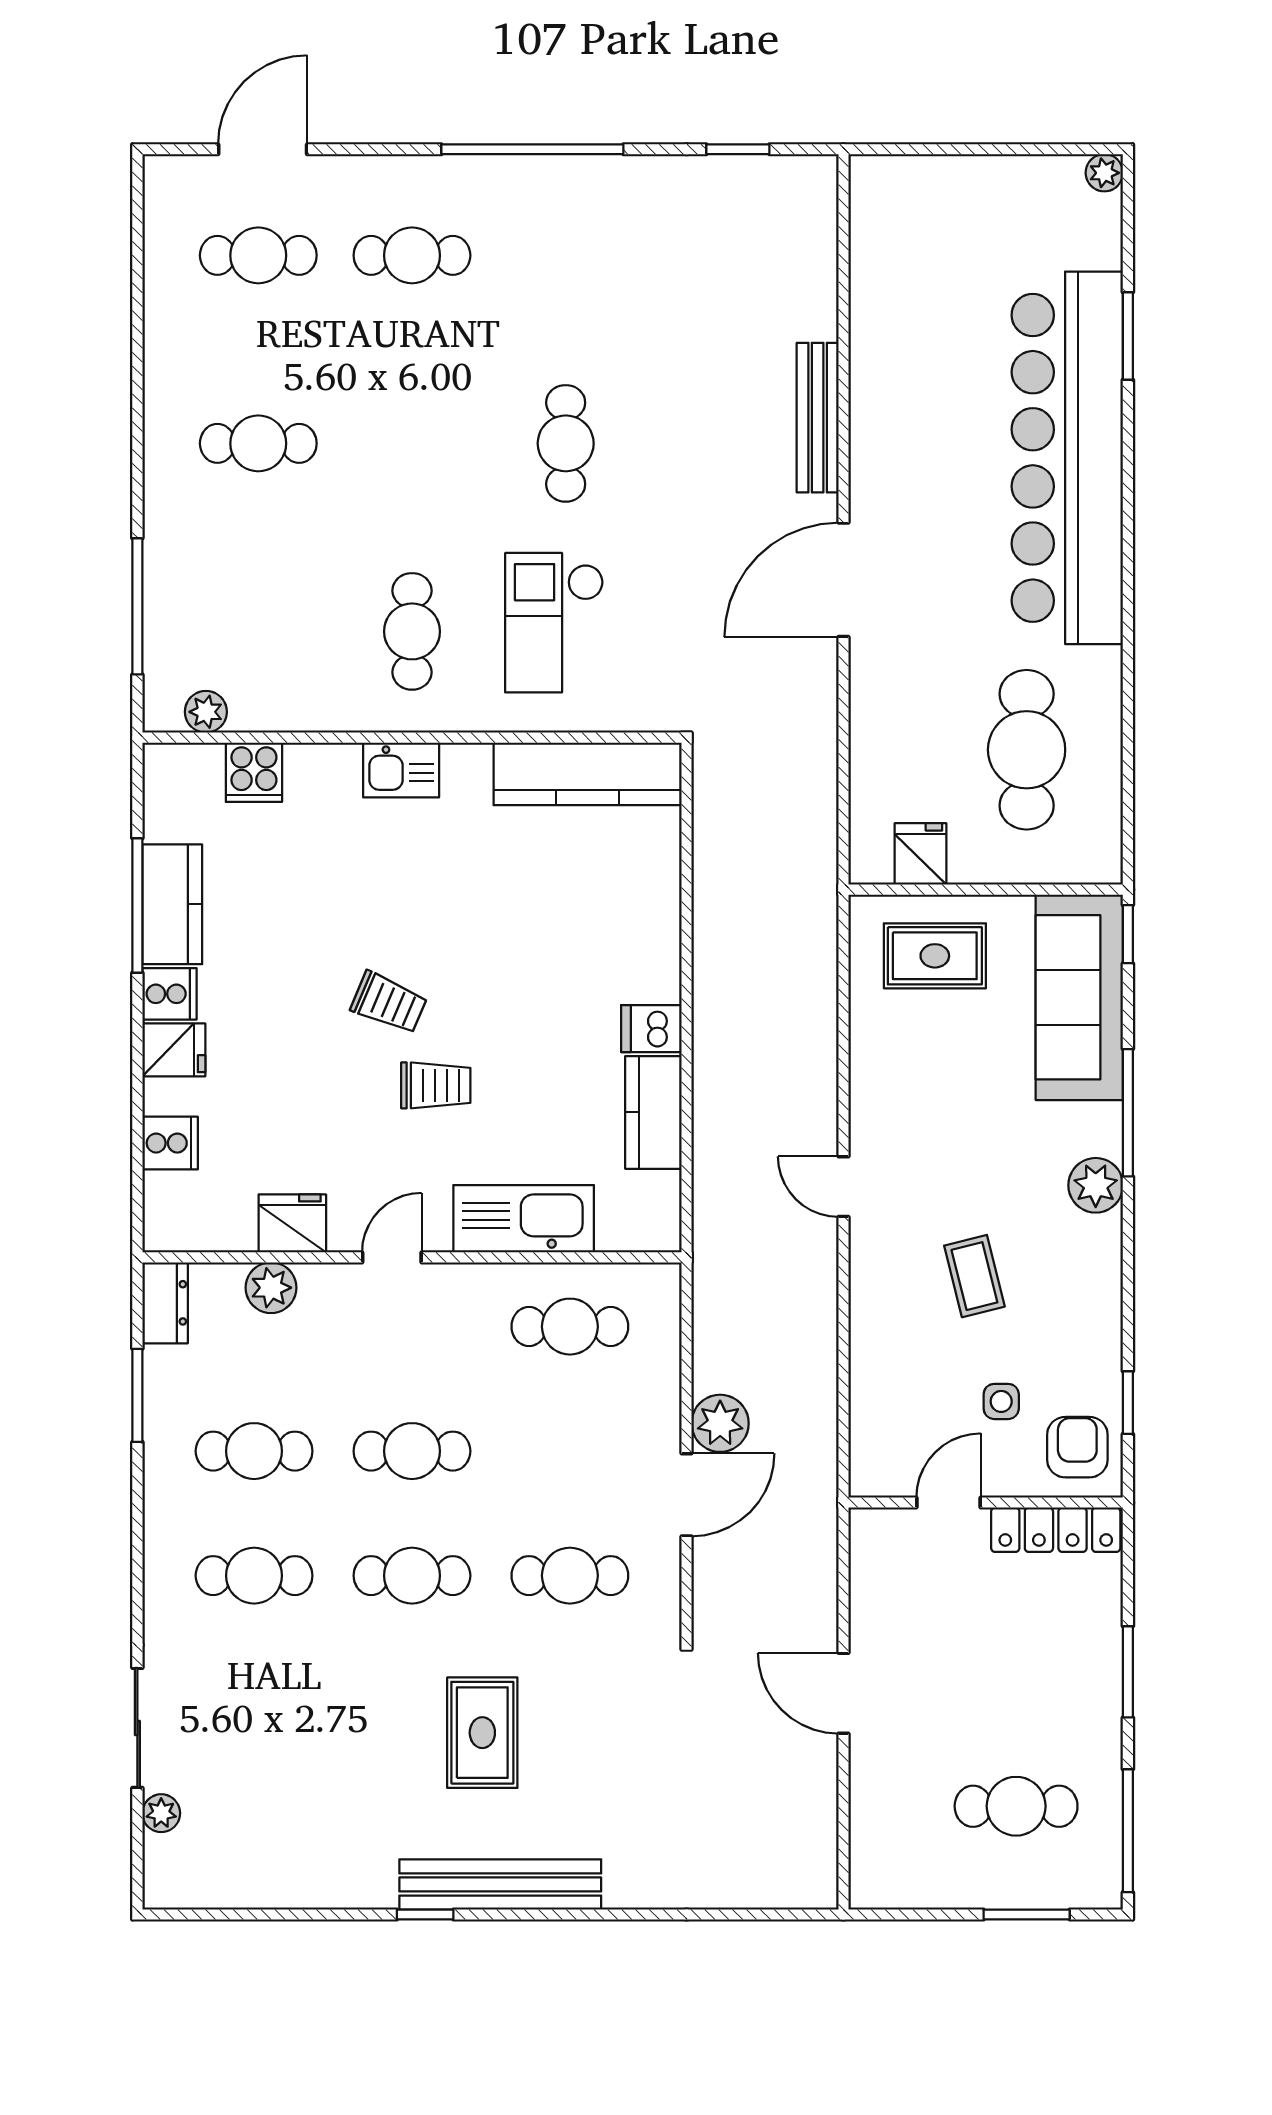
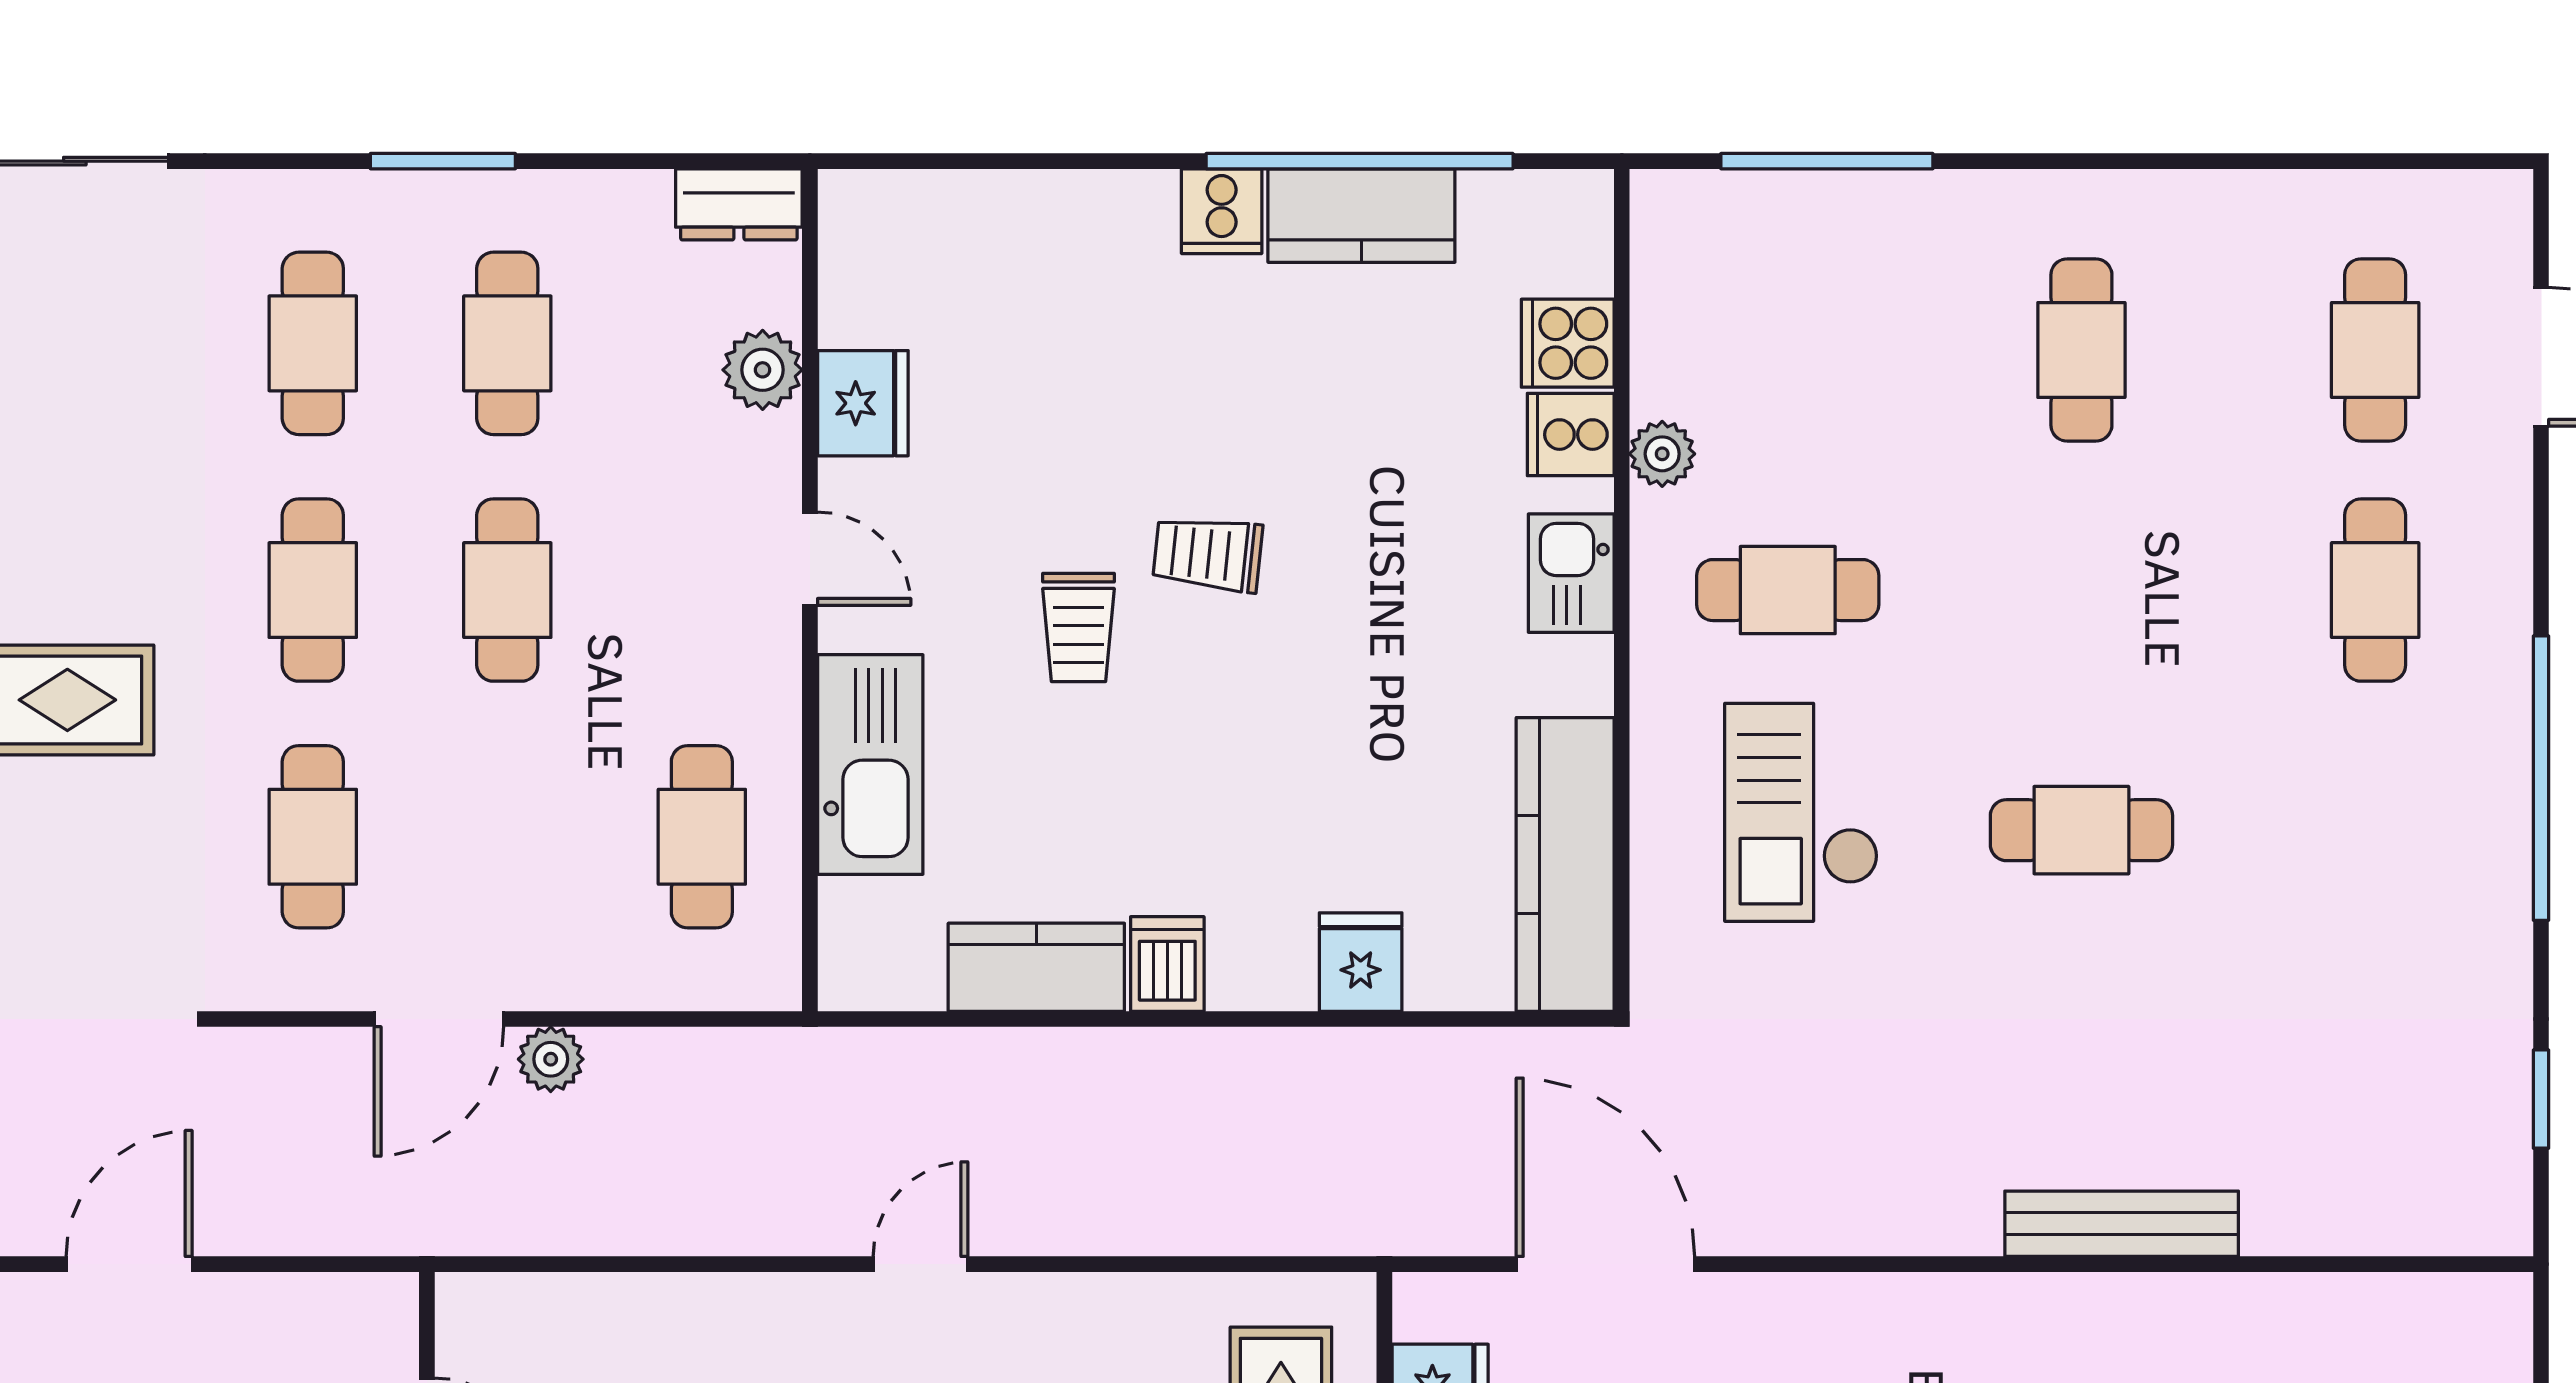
door: (843, 580) -> (1605, 1264), moved
checkout: (554, 623) -> (1801, 812), turned -90
plant: (206, 712) -> (1662, 454), moved
window: (137, 906) -> (1360, 161), width x1.46
trolley: (389, 1003) -> (1208, 554), turned 73
fridge: (174, 1050) -> (1361, 962), moved, turned 180
cooker: (170, 1143) -> (1571, 435), moved, turned 90
window: (137, 1395) -> (443, 161), moved
plant: (720, 1423) -> (551, 1059), width x0.73, depth x0.73
door: (687, 1495) -> (439, 1019), hinge flipped

